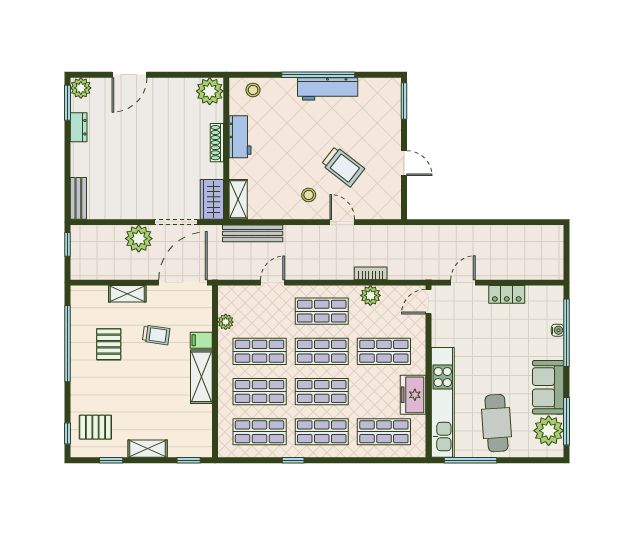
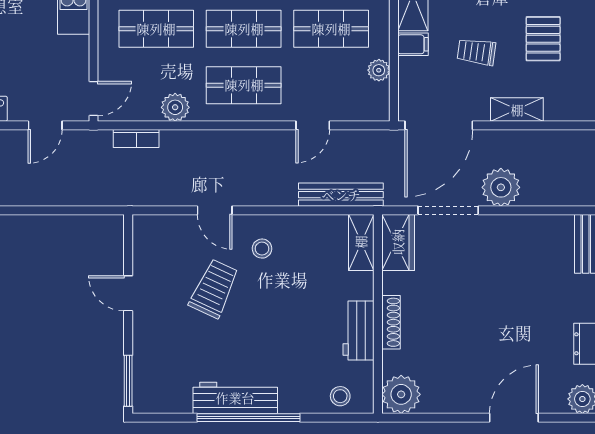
trolley: (343, 166) -> (214, 289), turned 77
bookcase: (371, 273) -> (136, 138), moved

